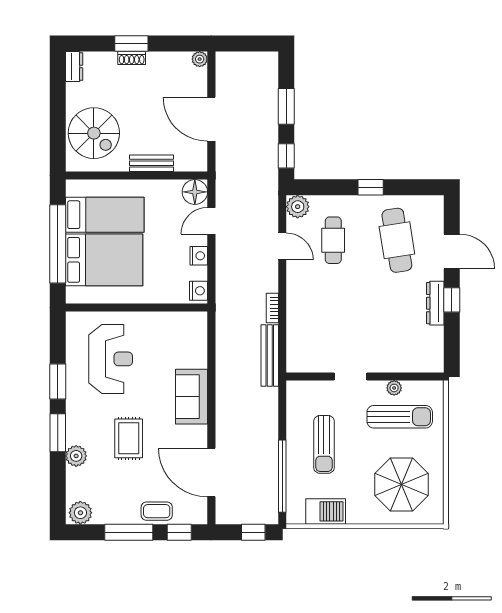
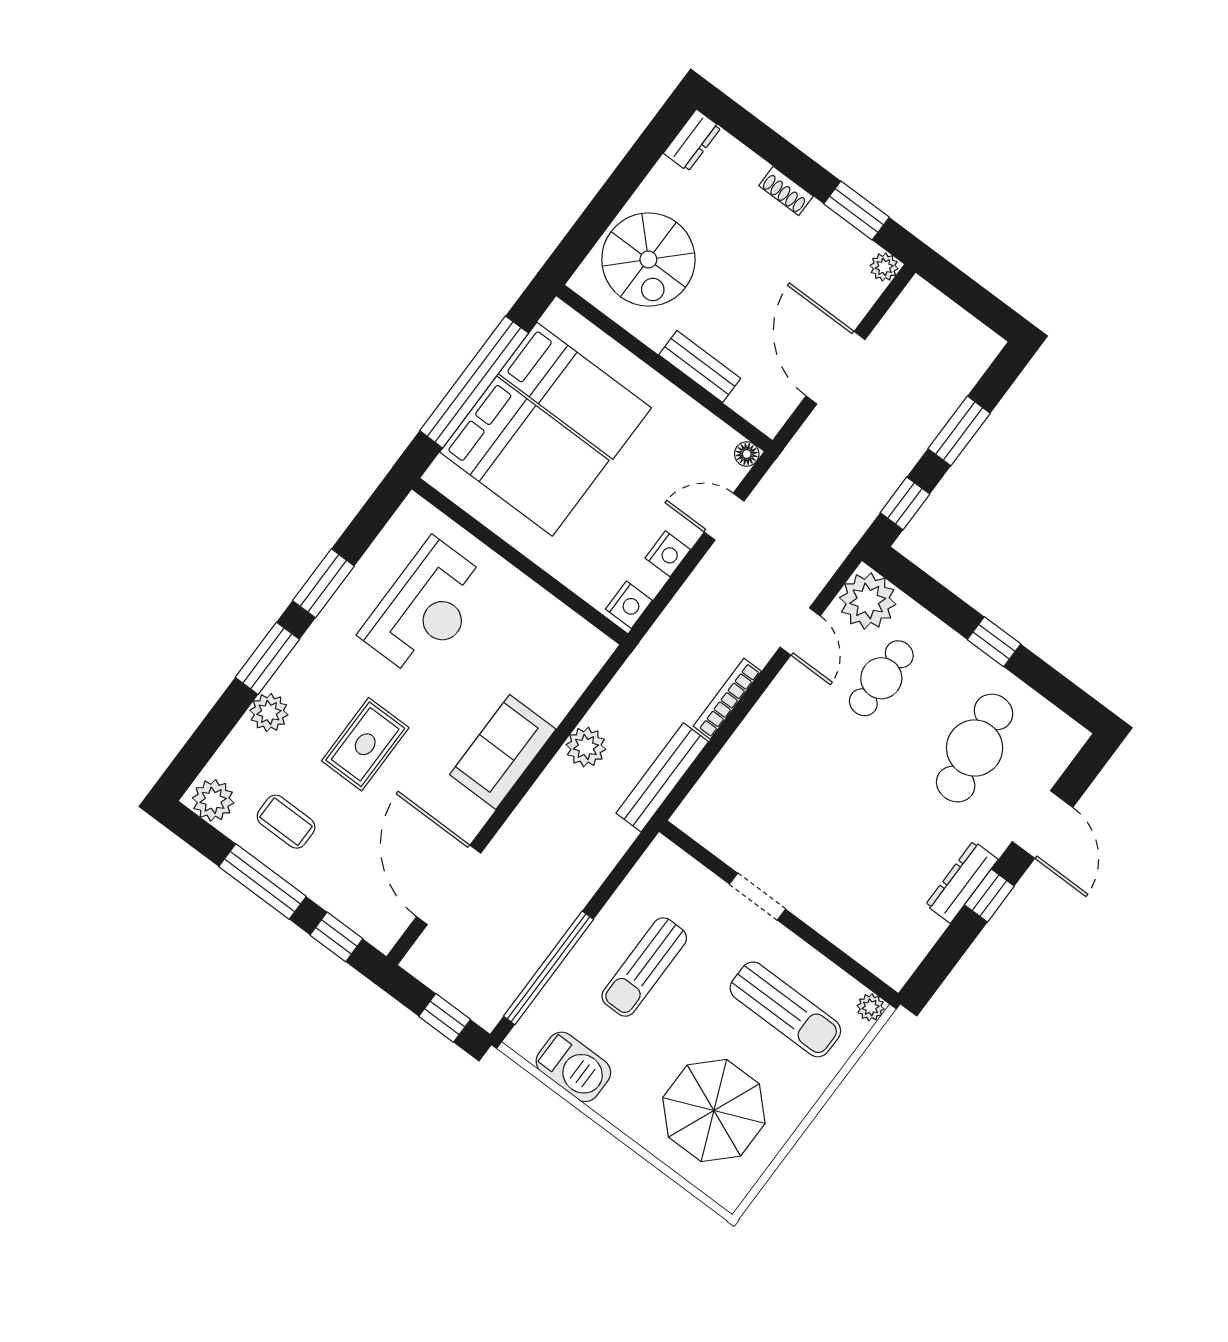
window: (131, 43) -> (856, 210), moved
floor lamp: (195, 192) -> (747, 454), width x0.53, depth x0.53
plant: (298, 207) -> (868, 601), width x1.36, depth x1.36
bookcase: (272, 308) -> (727, 699), width x1.56
plant: (226, 367) -> (586, 747), added
plant: (394, 388) -> (871, 1007), moved
coffee table: (157, 511) -> (286, 822), moved

